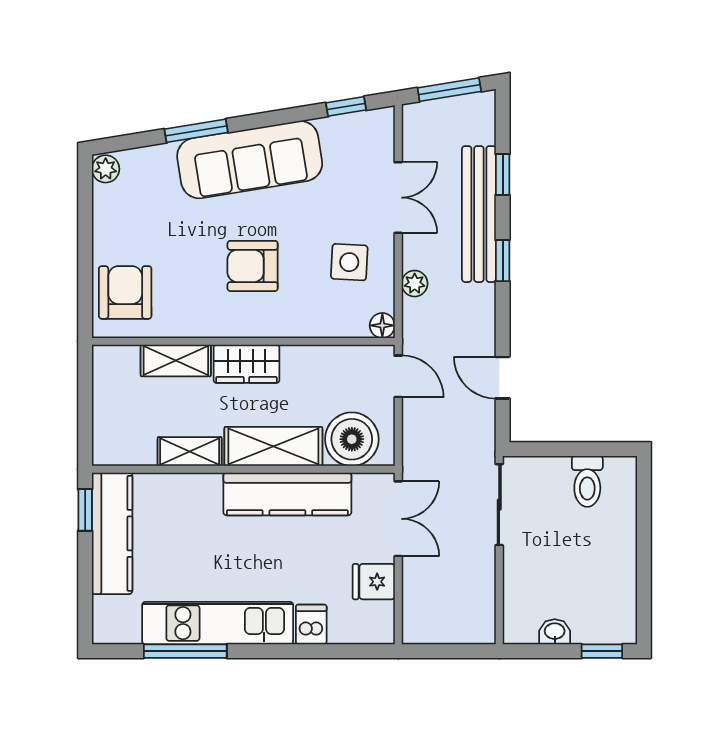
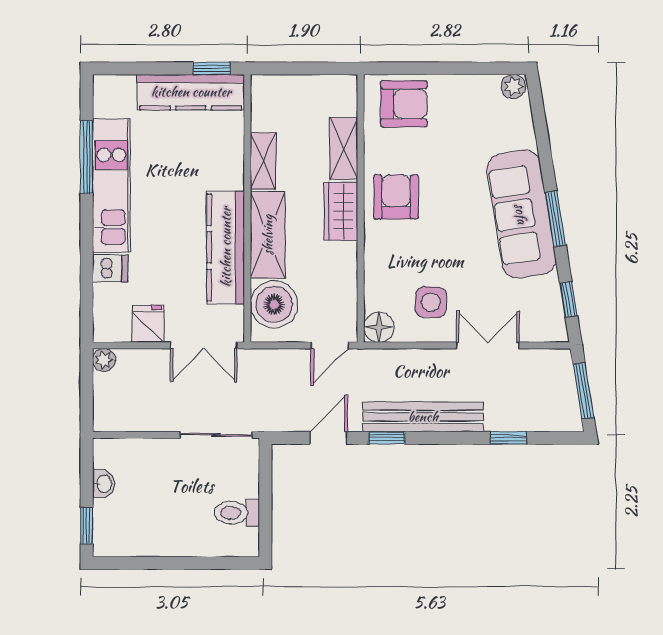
window: (196, 131) -> (555, 219), moved
double door: (398, 198) -> (488, 345), swing flipped
bench: (479, 214) -> (423, 417), moved
window: (503, 261) -> (387, 438), moved
armchair: (253, 266) -> (396, 197), moved
plant: (415, 284) -> (104, 360), moved
floor lamp: (382, 325) -> (379, 327), width x1.37, depth x1.37

